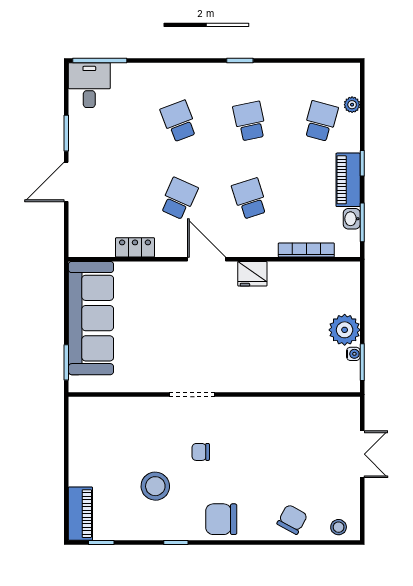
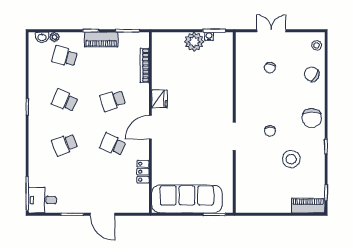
school desk: (250, 121) -> (65, 100), turned 36
washbasin: (352, 219) -> (42, 37), moved
chair: (303, 452) -> (270, 68), added

